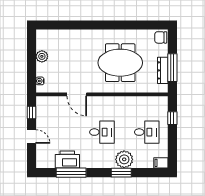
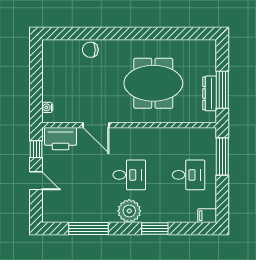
chair: (161, 37) -> (90, 50), moved
plant: (42, 56) -> (50, 75), removed
window: (172, 118) -> (222, 157), width x2.17
plant: (124, 159) -> (129, 211), moved
printer: (67, 160) -> (60, 139), moved, turned 180

